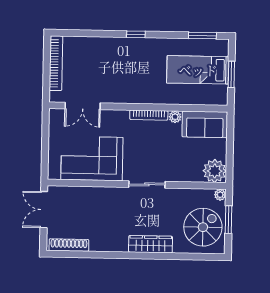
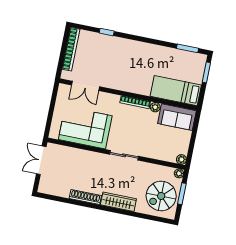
window: (136, 34) -> (107, 32), moved
bed: (198, 70) -> (176, 91), moved
window: (231, 74) -> (206, 72), moved
plant: (215, 171) -> (181, 159), width x0.53, depth x0.53
spiral stairs: (203, 227) -> (161, 196), turned 180
shoe rack: (69, 245) -> (85, 197), moved

